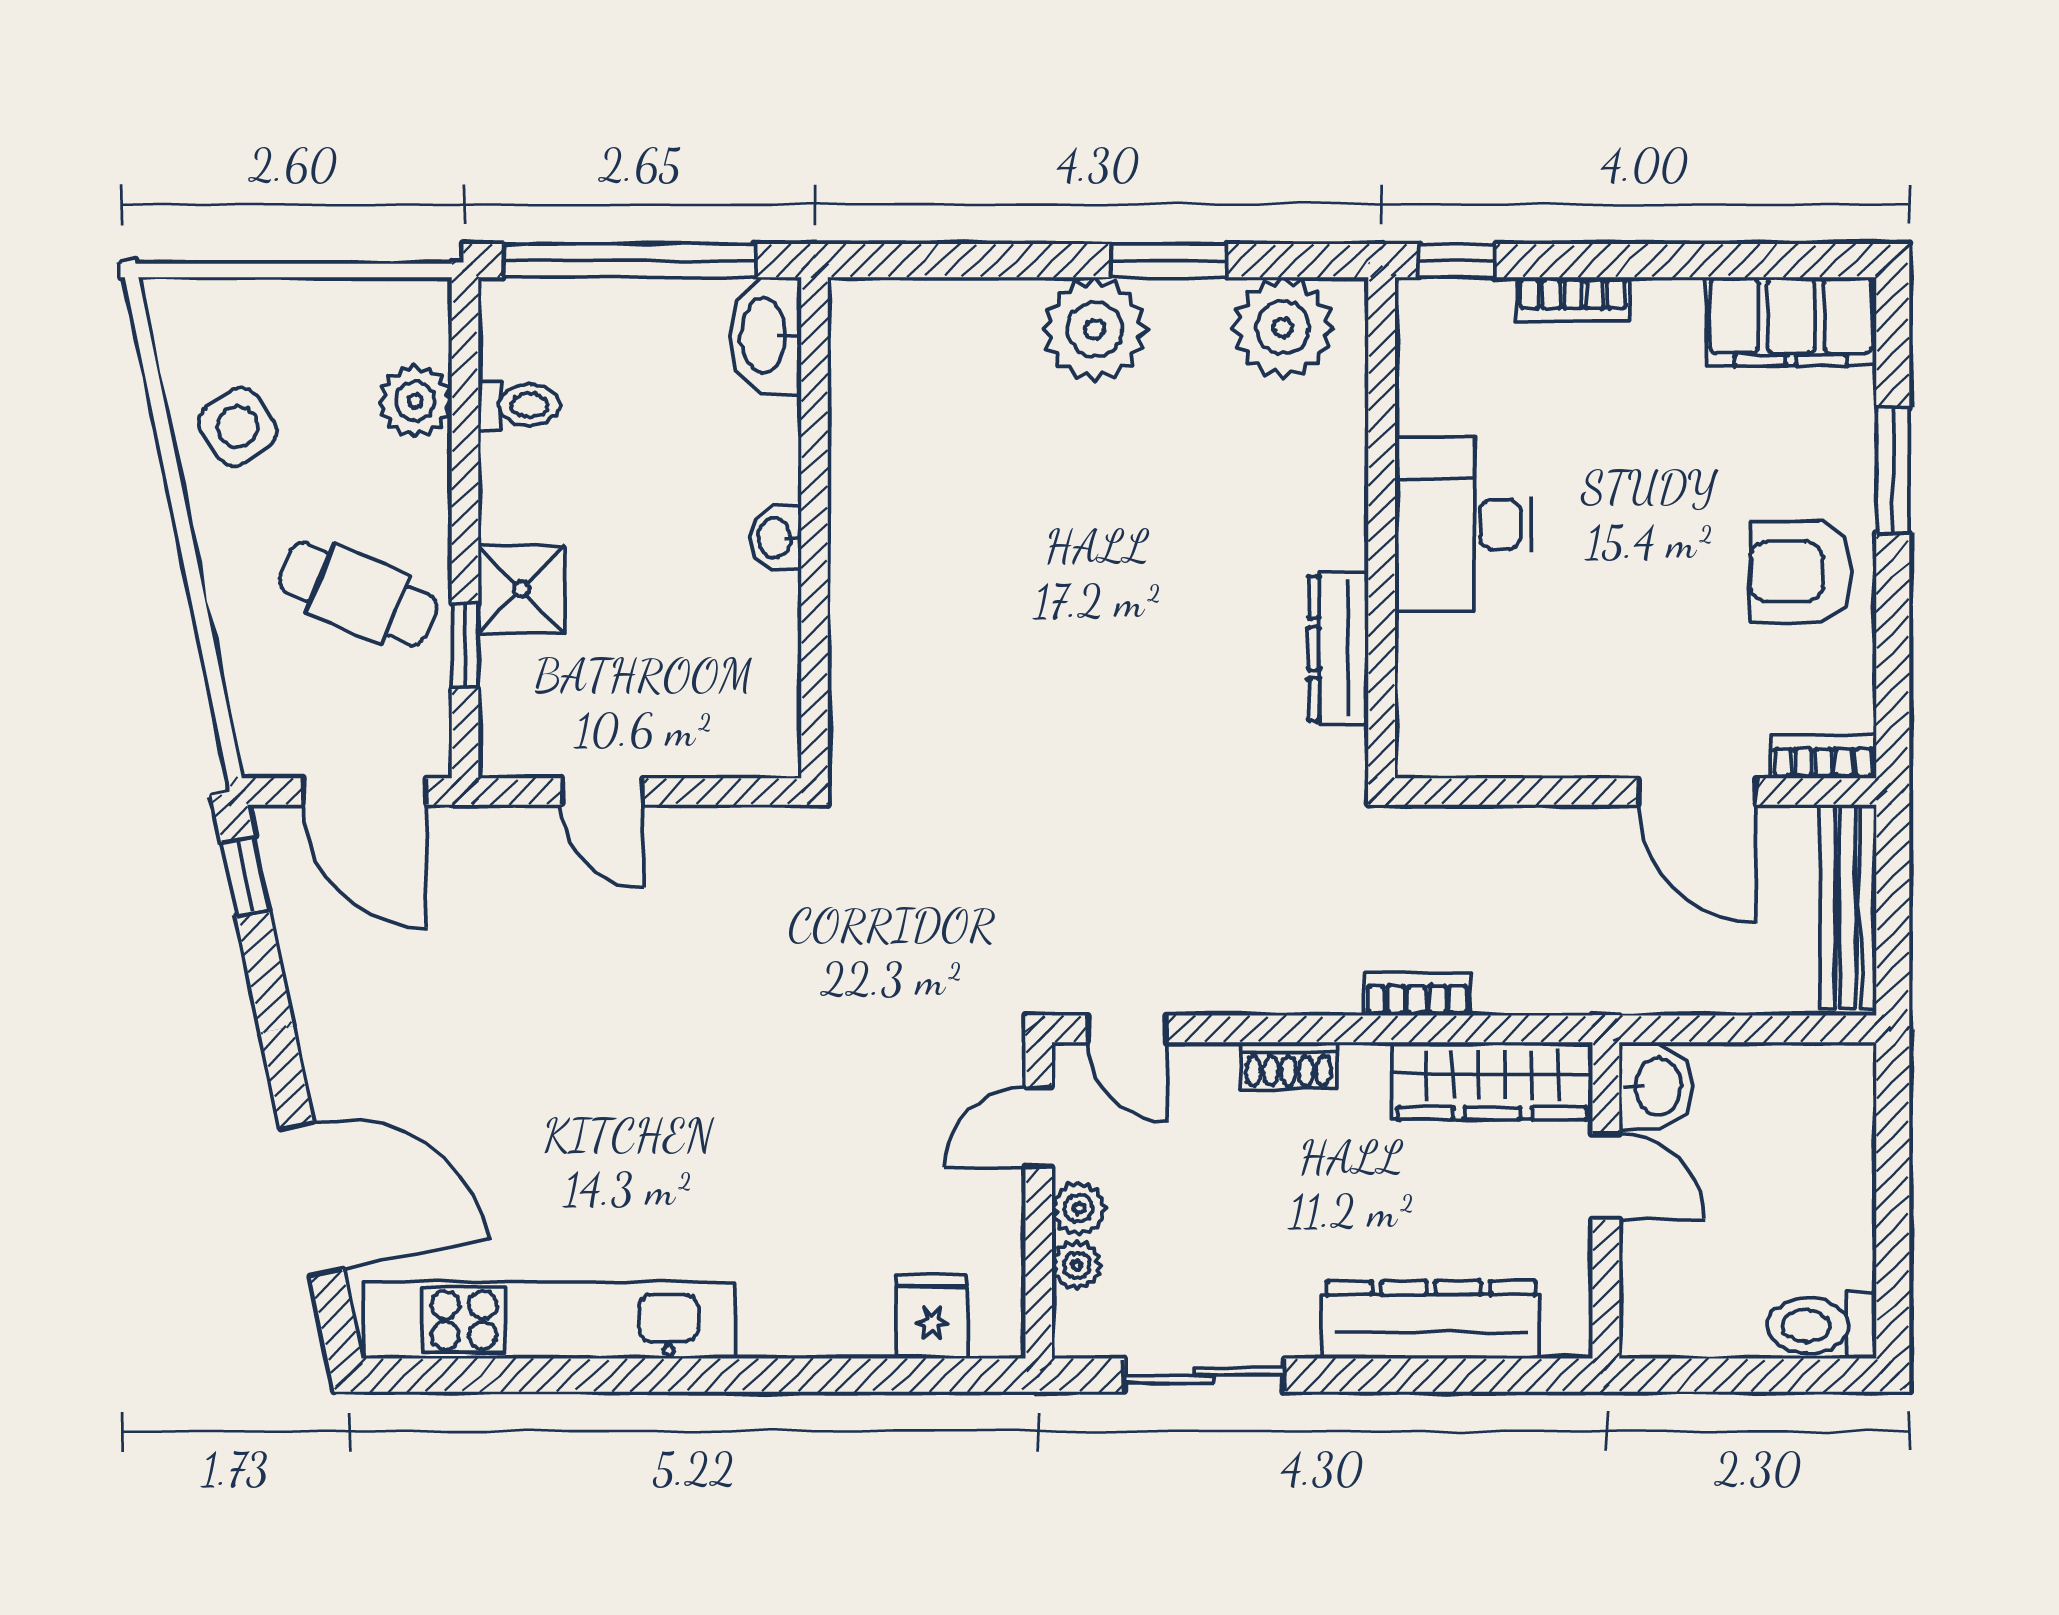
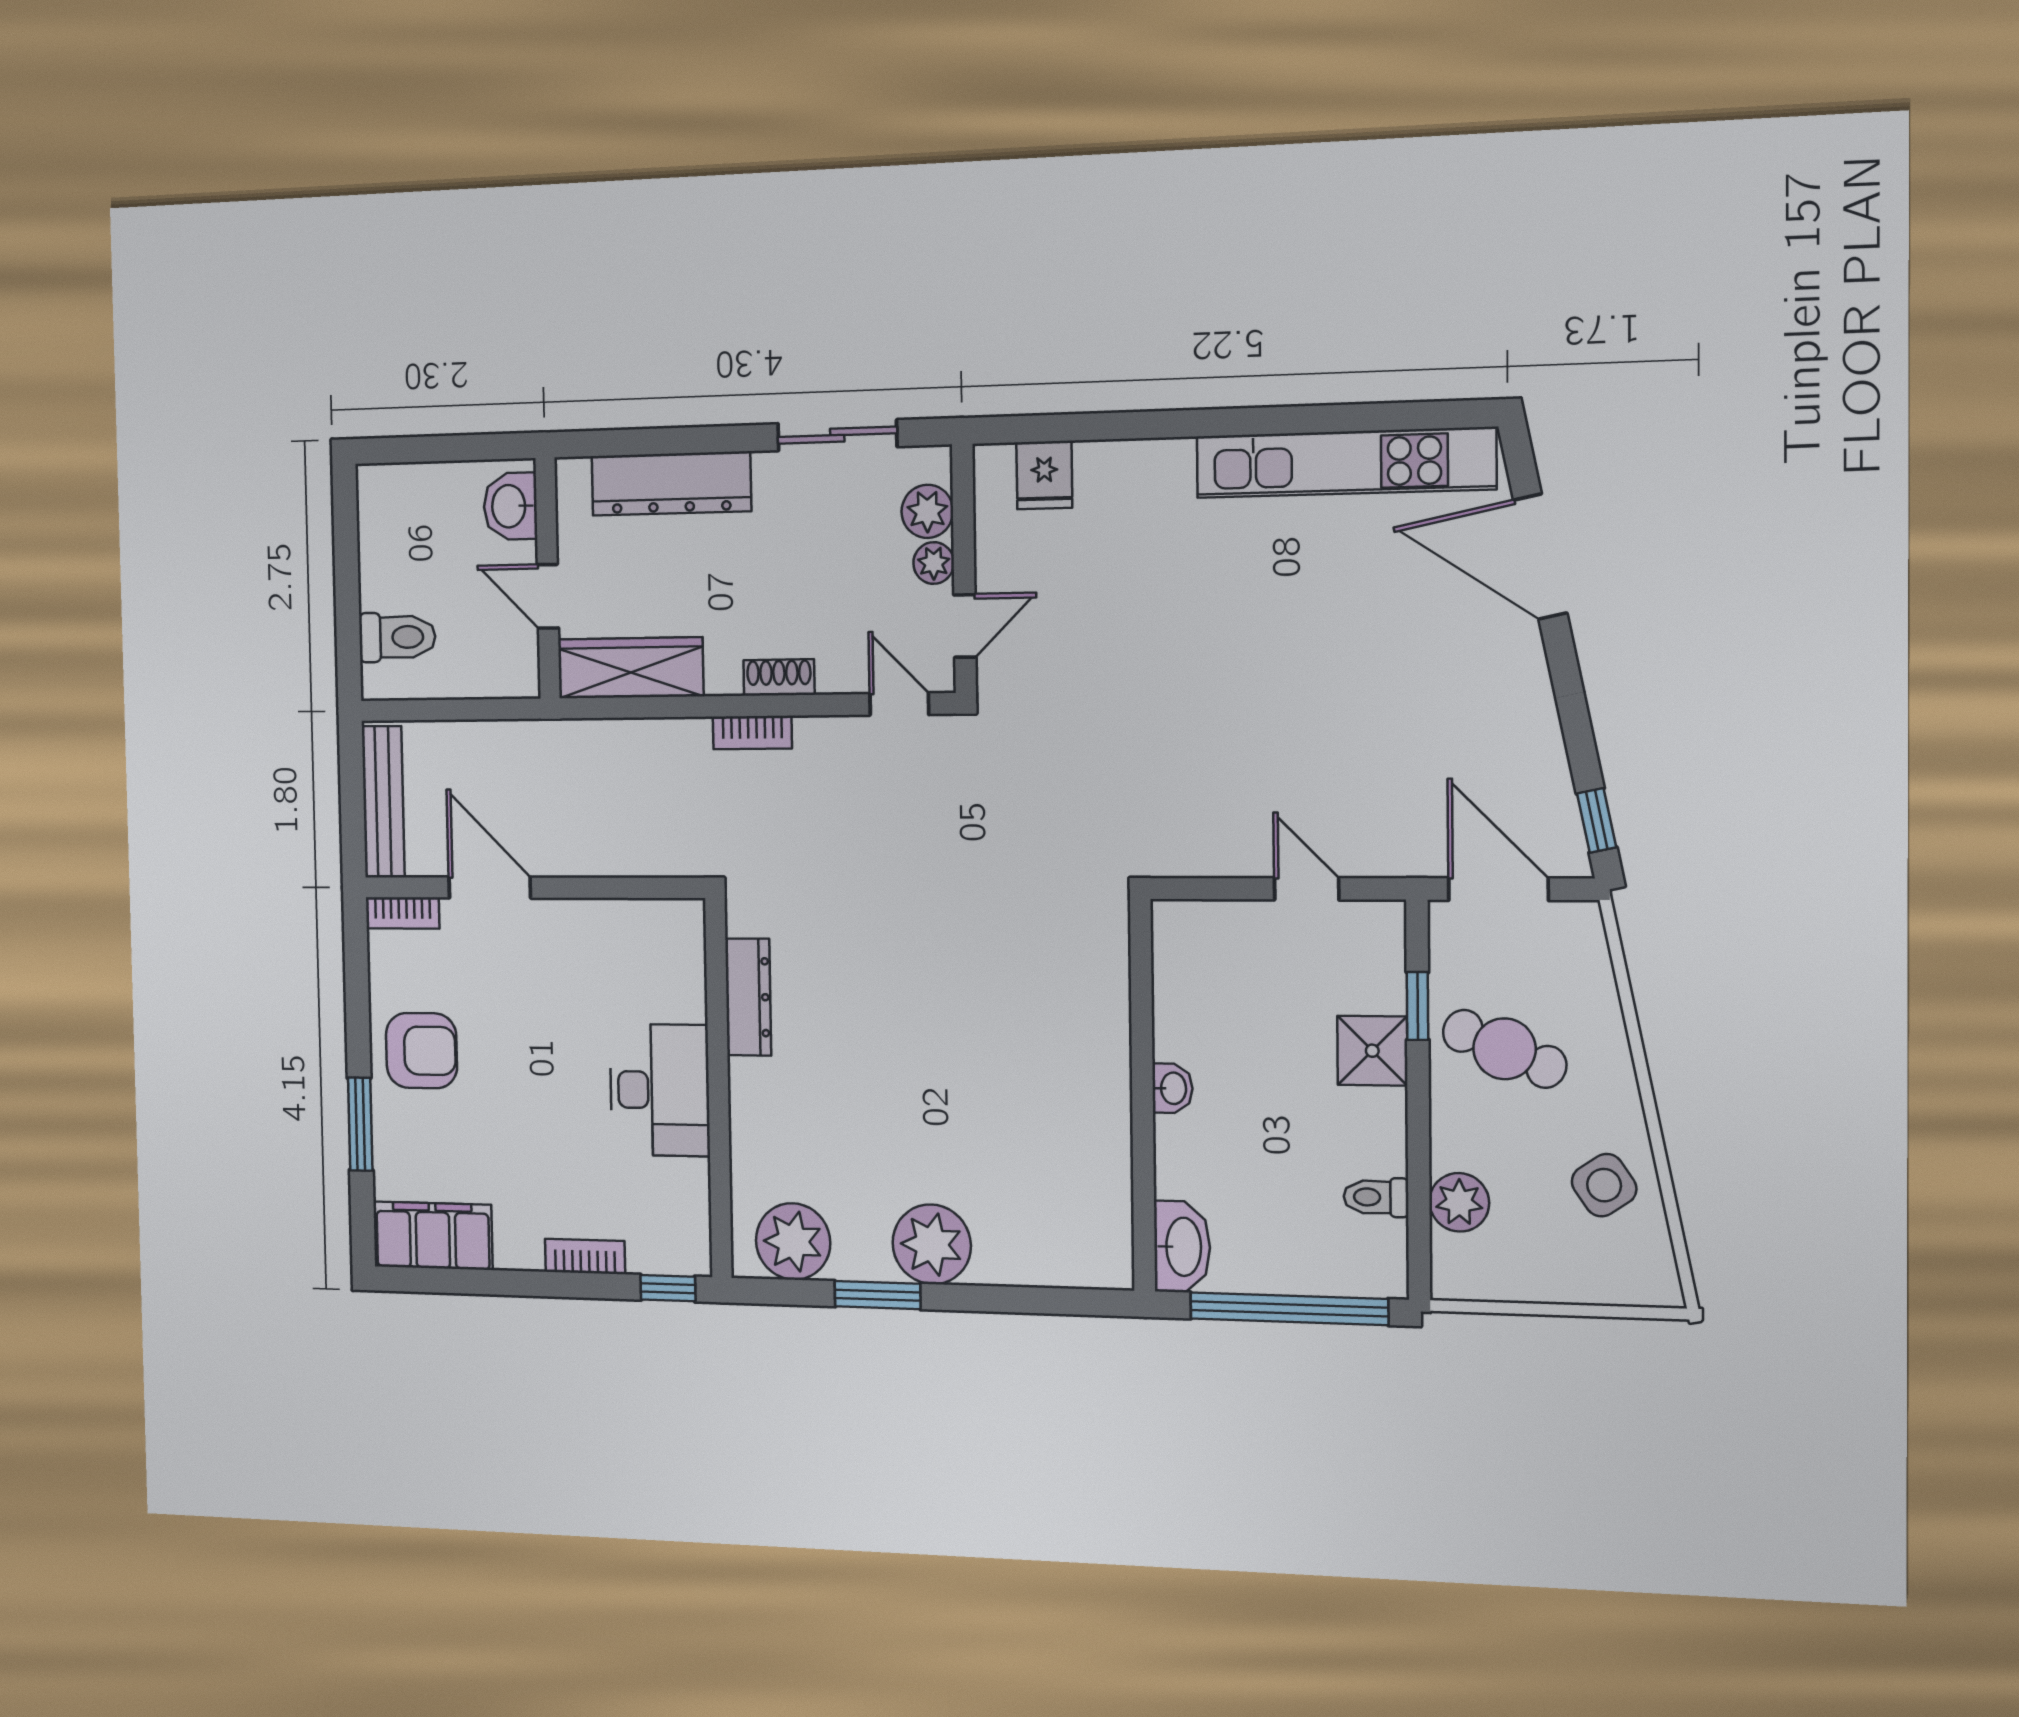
bookcase: (1417, 994) -> (752, 732), moved
washbasin: (1656, 1087) -> (510, 506), moved
plant: (1077, 1265) -> (927, 511), width x1.38, depth x1.38
toilet: (1822, 1325) -> (397, 637), moved

